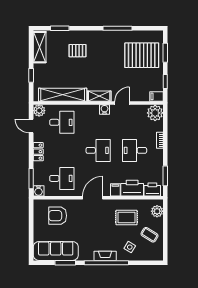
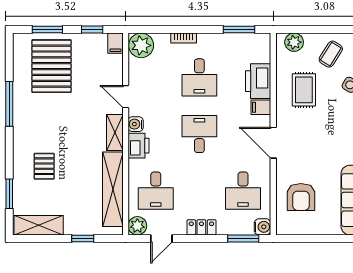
desk: (62, 122) -> (156, 191), turned 180
desk: (62, 178) -> (243, 191), turned 180
printer: (152, 189) -> (139, 146), moved, turned 180

